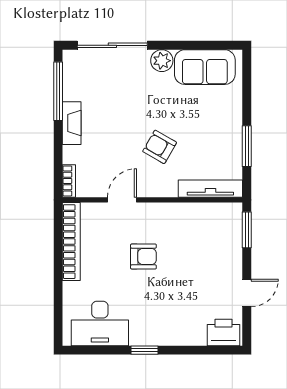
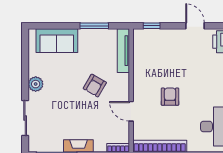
sliding door: (112, 45) -> (25, 118), width x0.73
sofa: (205, 67) -> (57, 41), moved, turned 90
window: (247, 230) -> (152, 26), width x0.67

